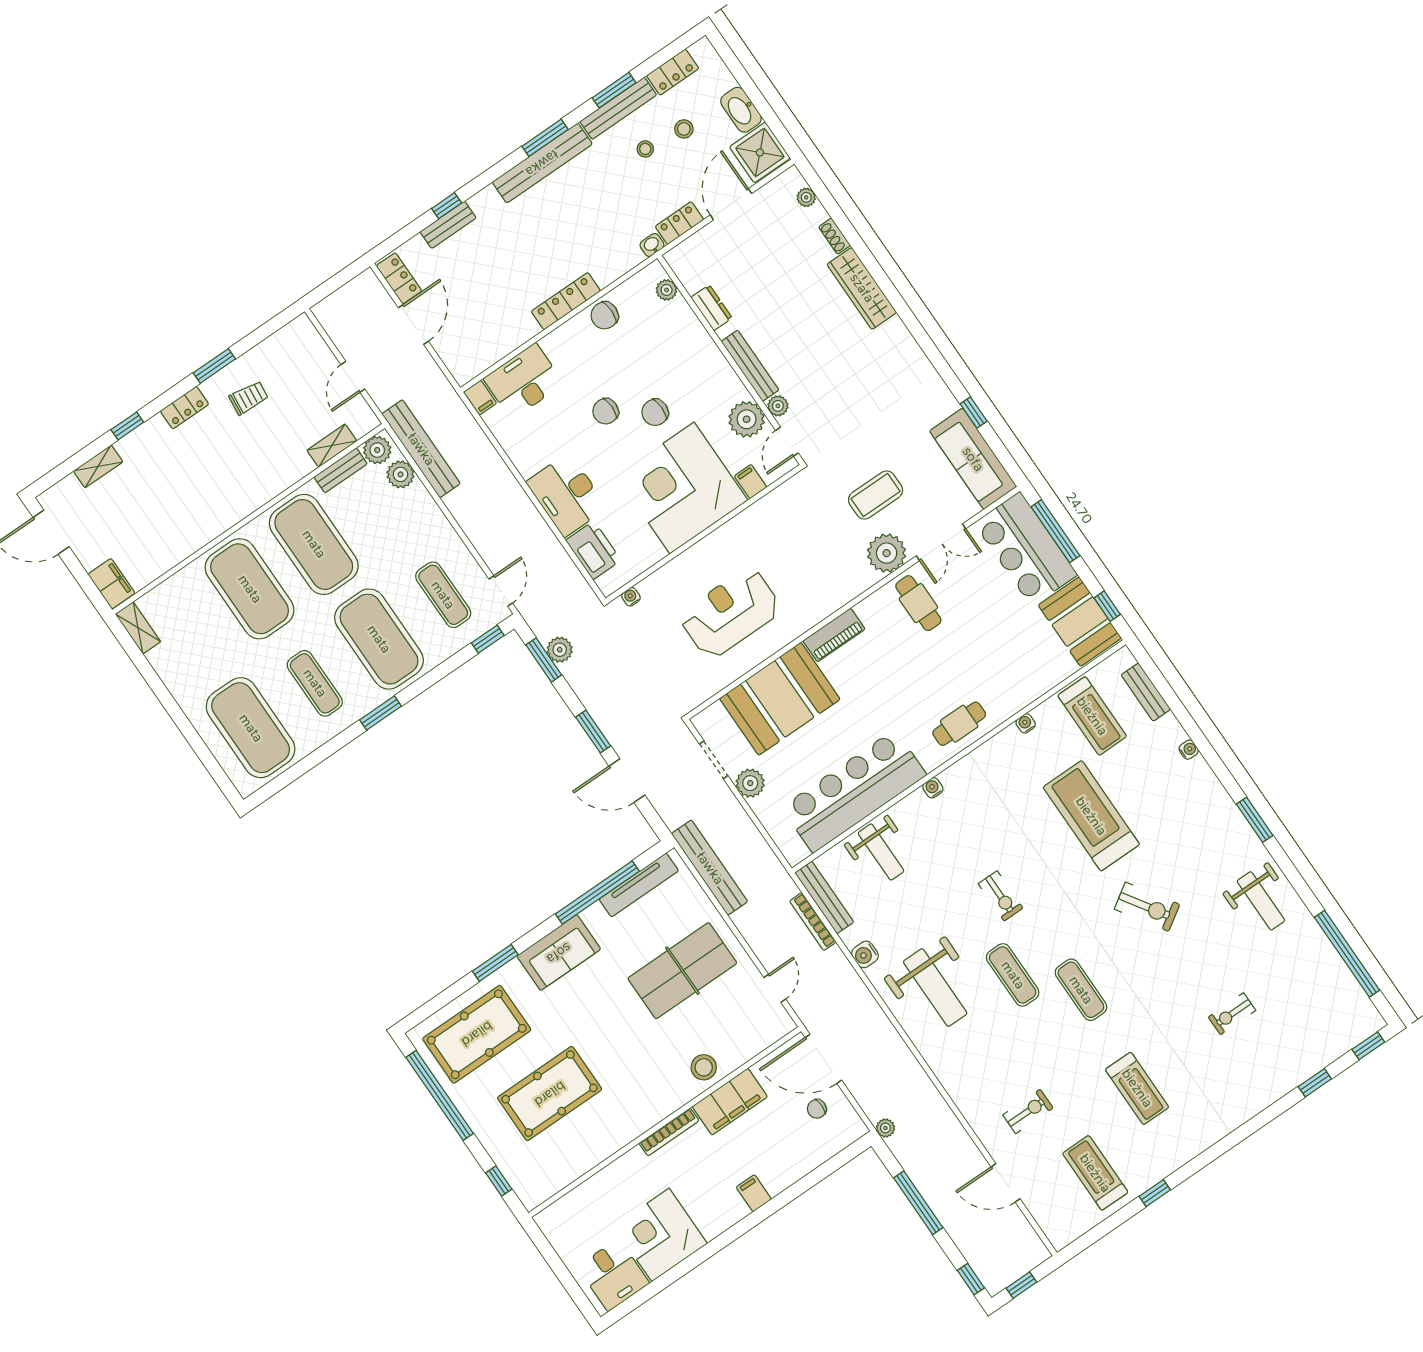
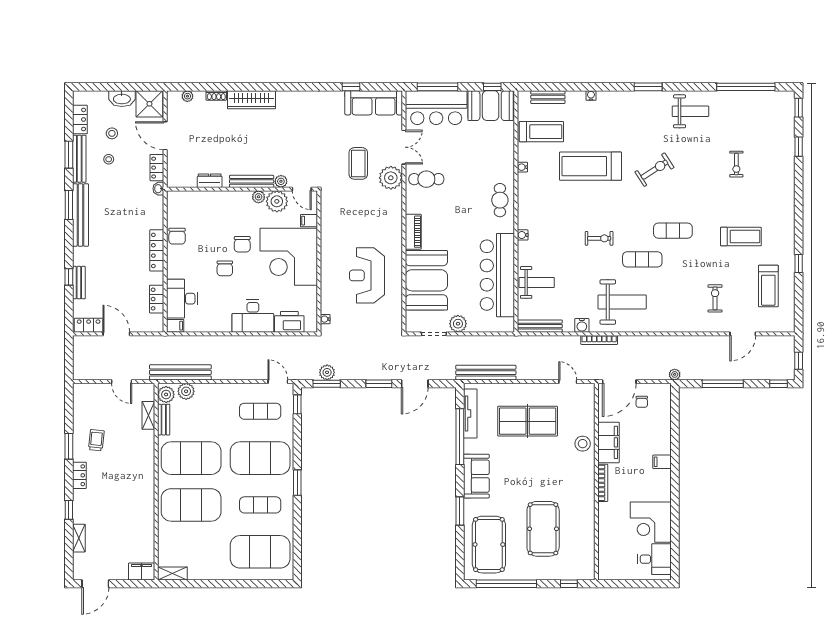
plant: (667, 290) -> (259, 197), moved
locker: (499, 347) -> (157, 299), added
bookcase: (813, 922) -> (599, 340), moved
table tennis table: (682, 971) -> (528, 421), turned 90
treadmill: (1095, 1173) -> (768, 286), turned -90

